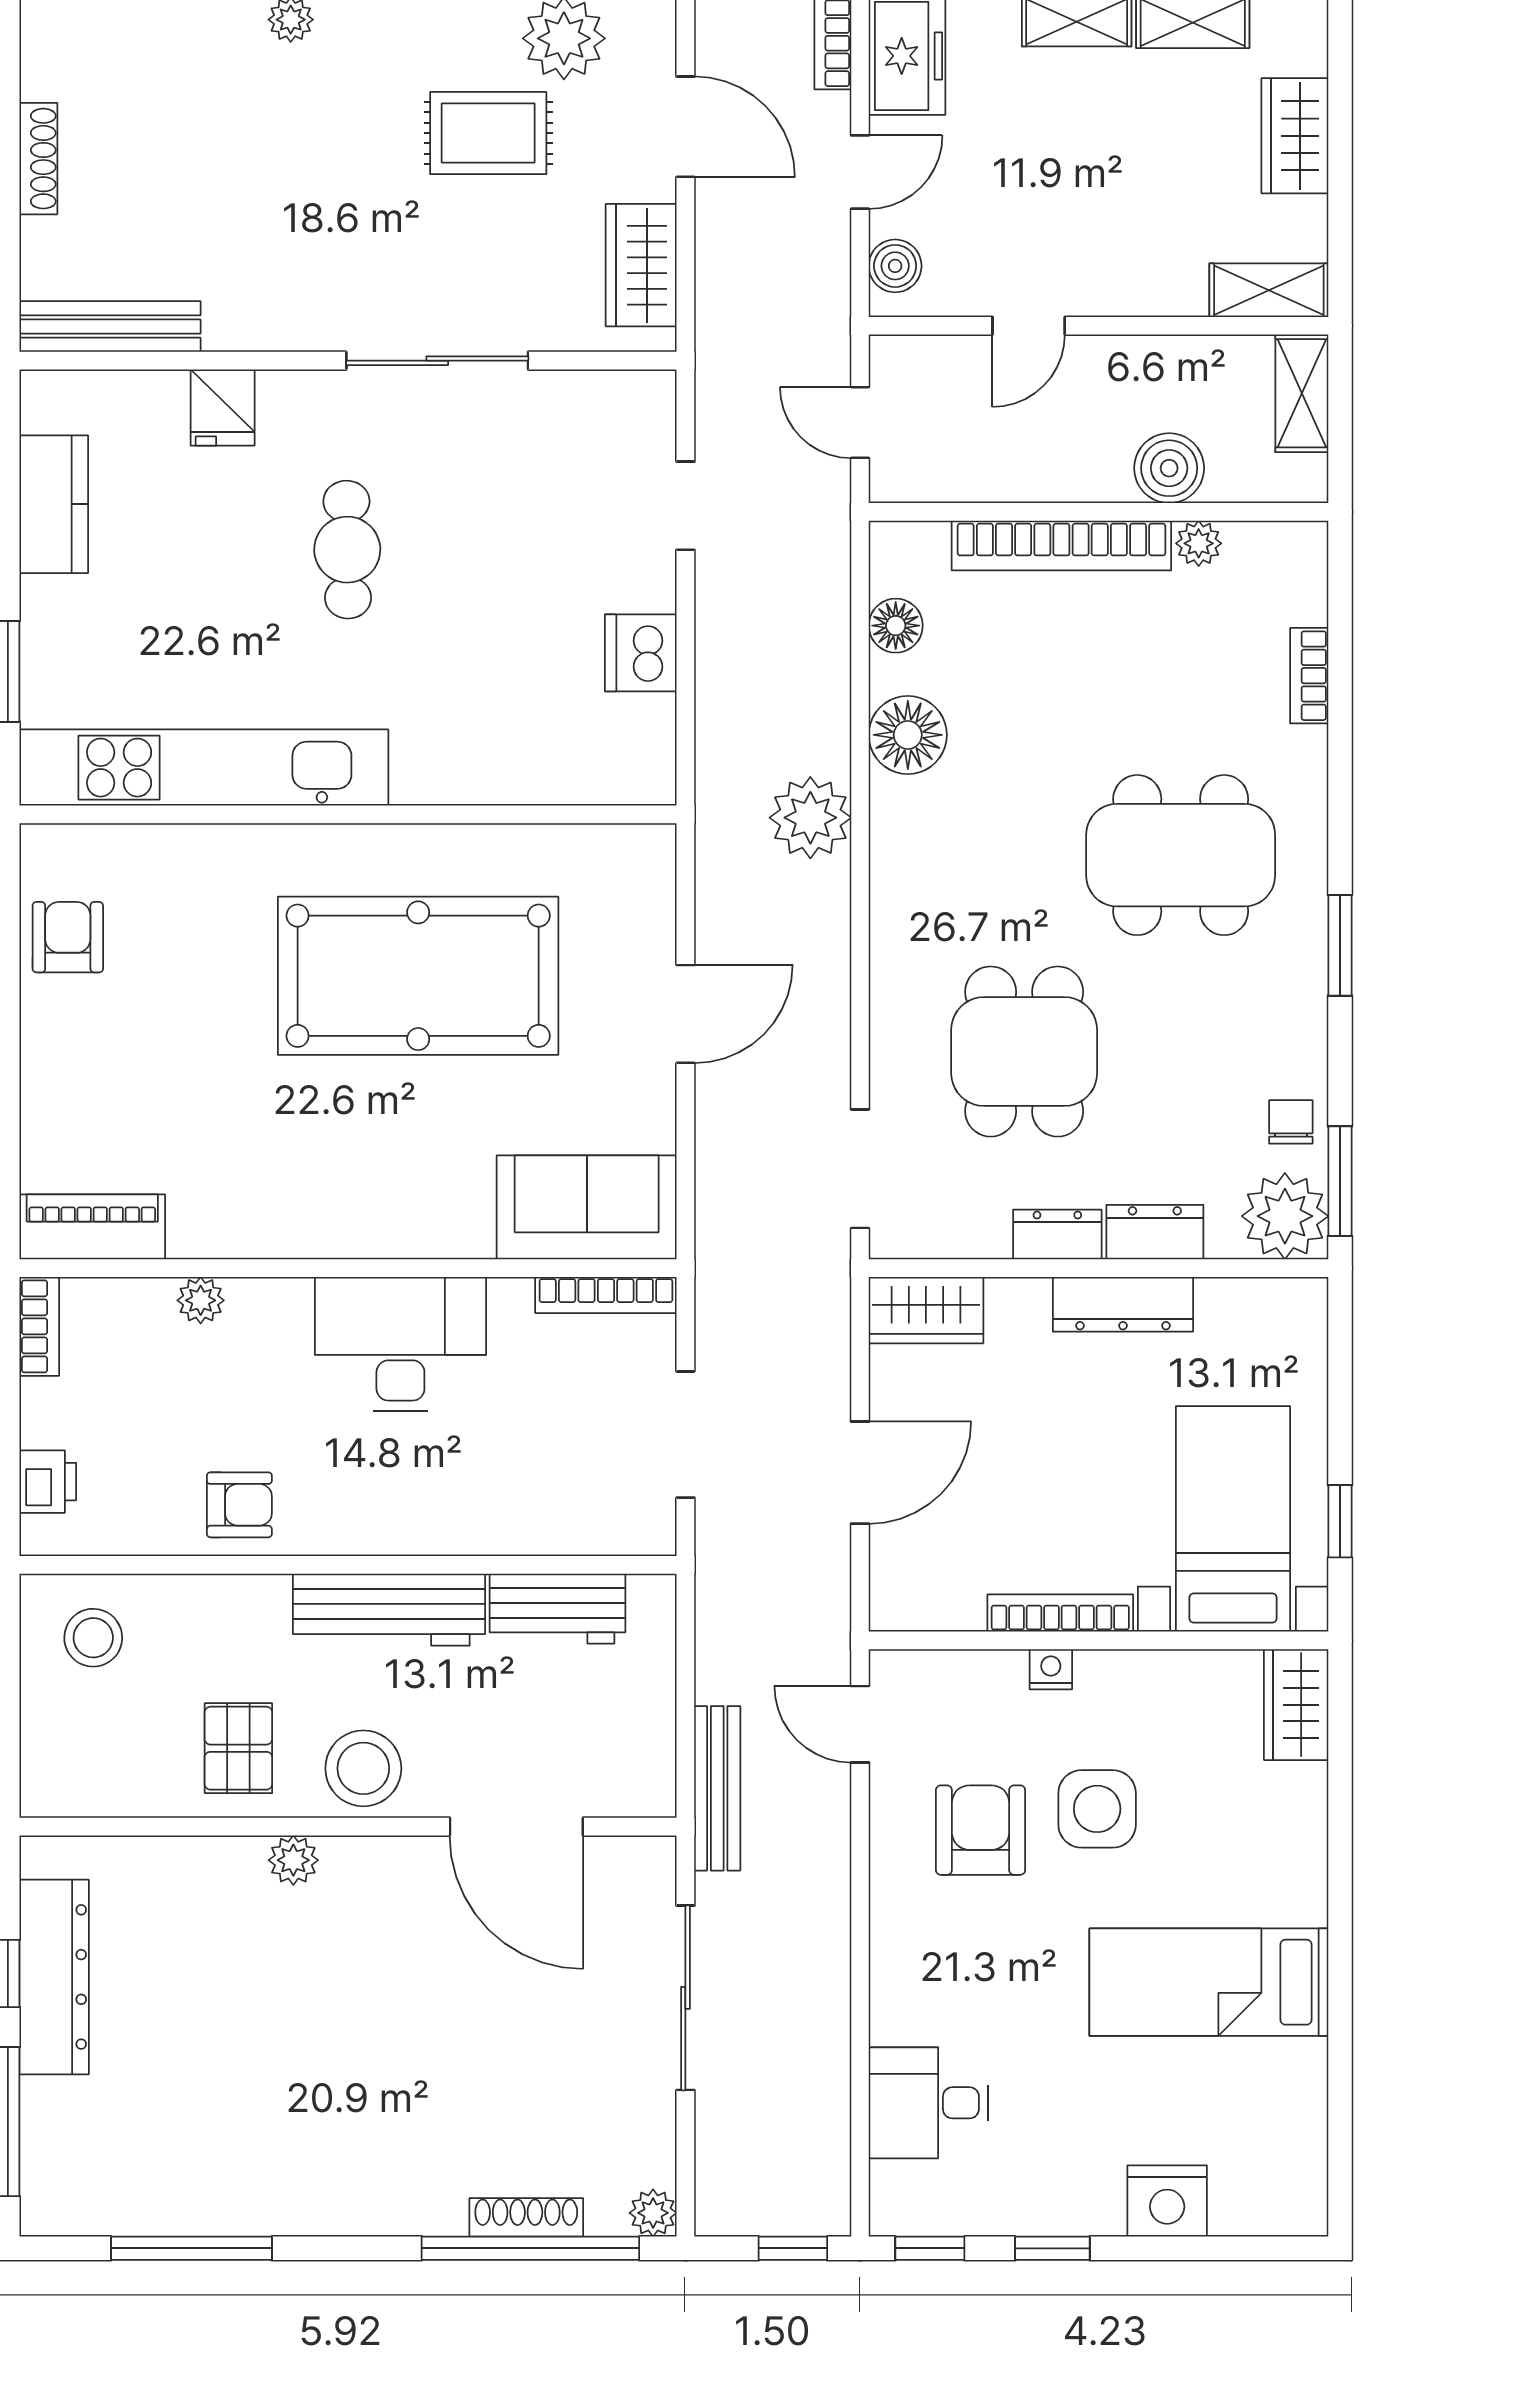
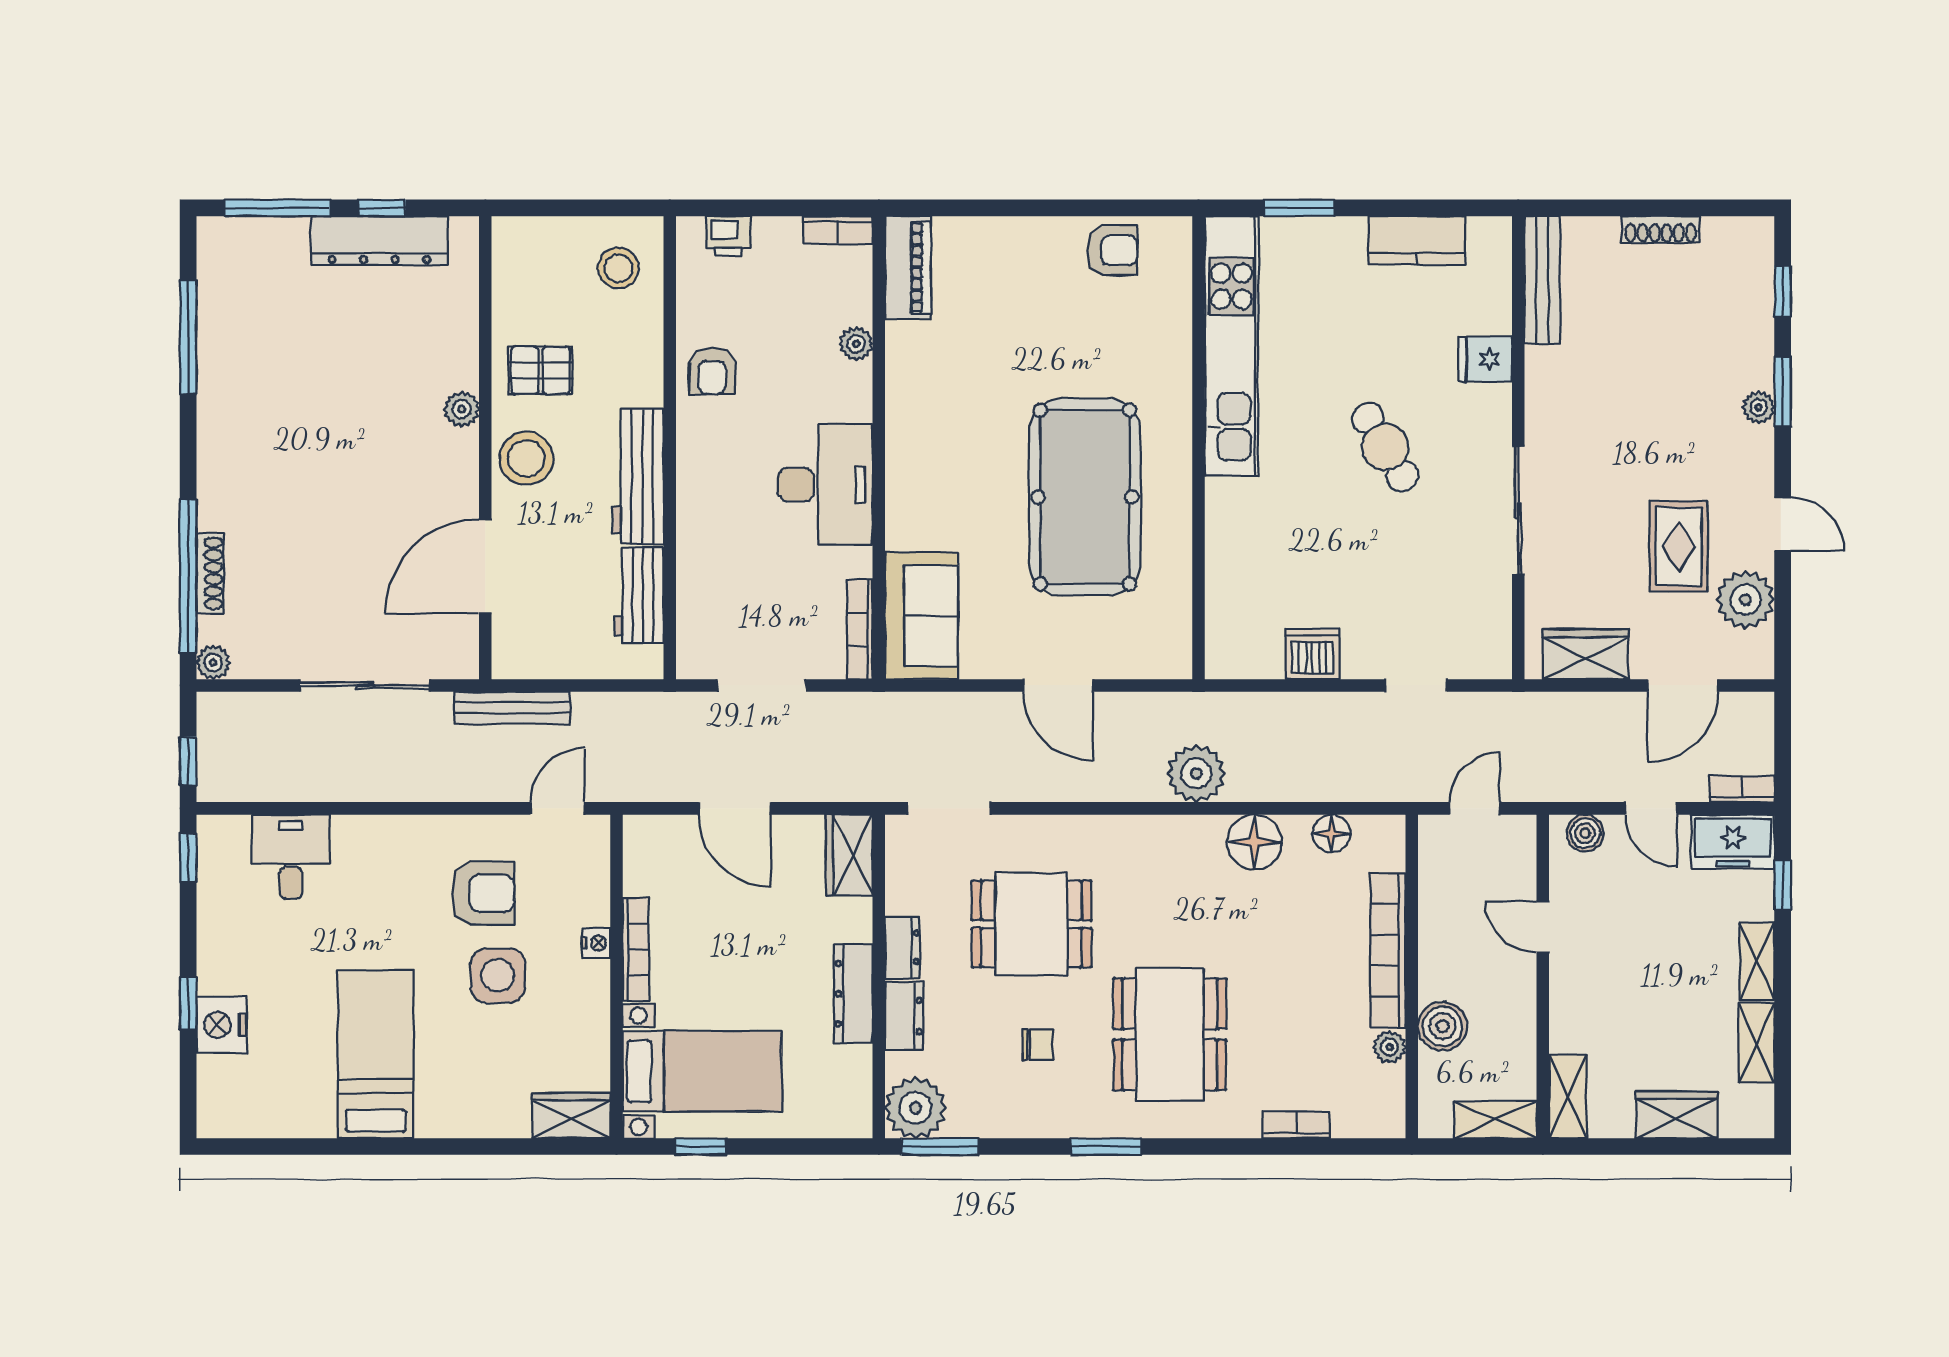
cafe table: (347, 550) -> (1385, 447), turned 60
chair: (1291, 1122) -> (1038, 1045), moved
window: (1052, 2248) -> (188, 1003), moved

